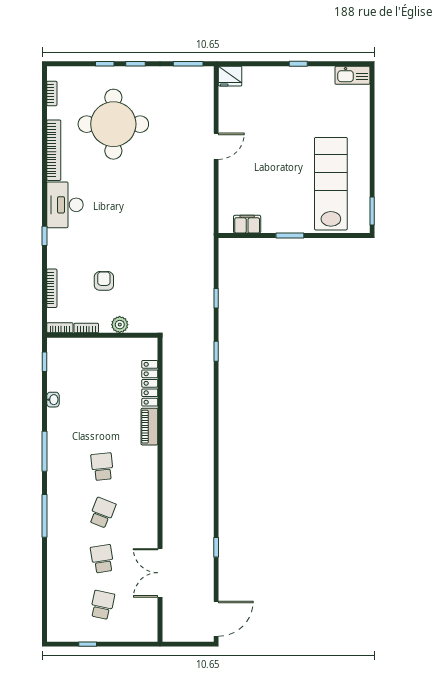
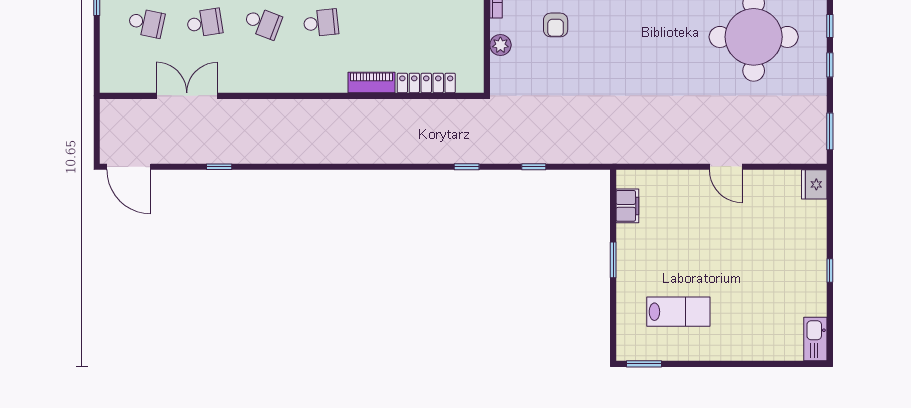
lab bench: (331, 184) -> (678, 312), width x0.54, depth x0.72
armchair: (104, 281) -> (556, 25), turned 90

